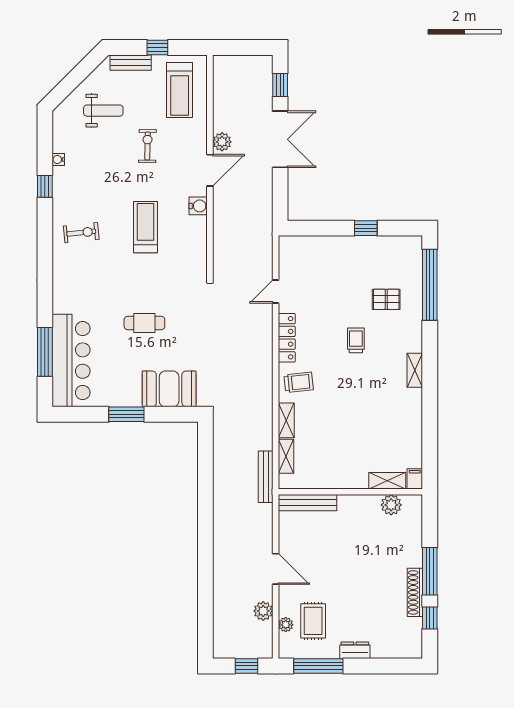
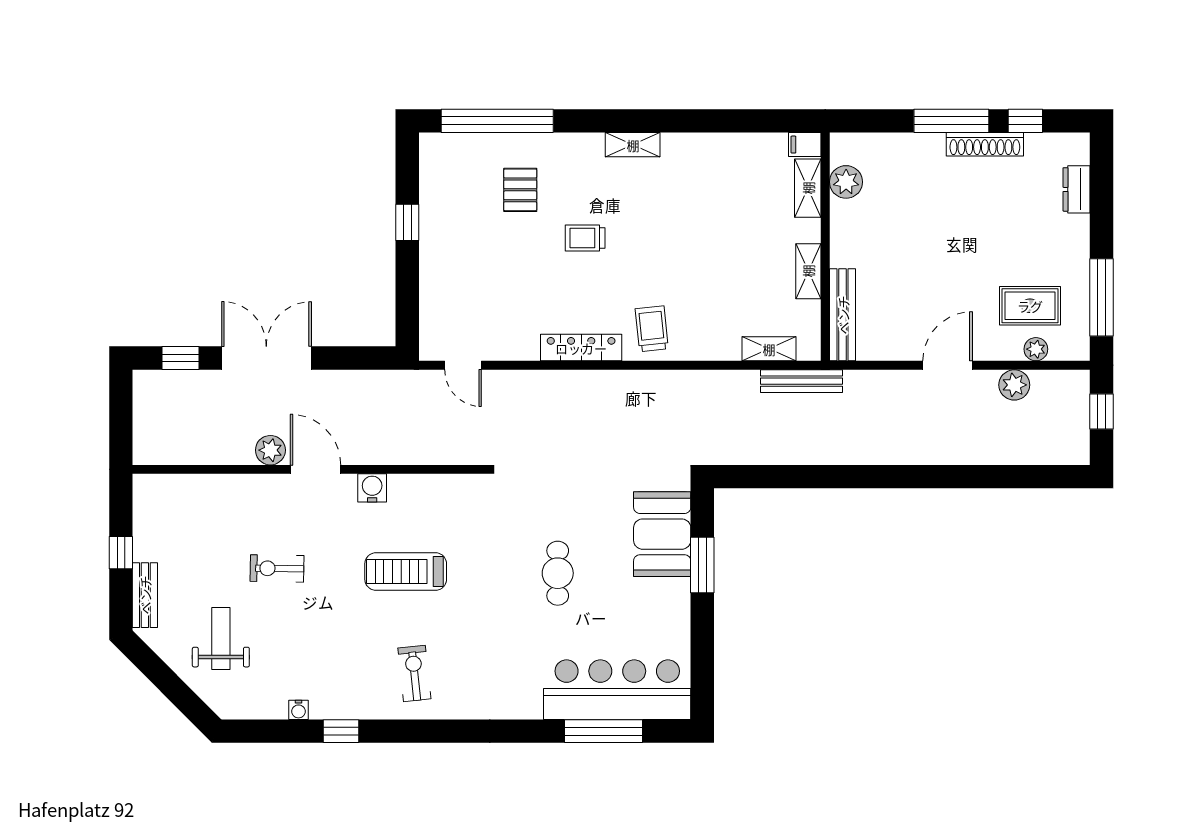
treadmill: (180, 90) -> (188, 518), removed
door: (276, 292) -> (463, 365), moved
window: (126, 414) -> (702, 565), moved
shelving: (286, 420) -> (808, 271), moved, turned 90
dresser: (355, 650) -> (1077, 189), moved

